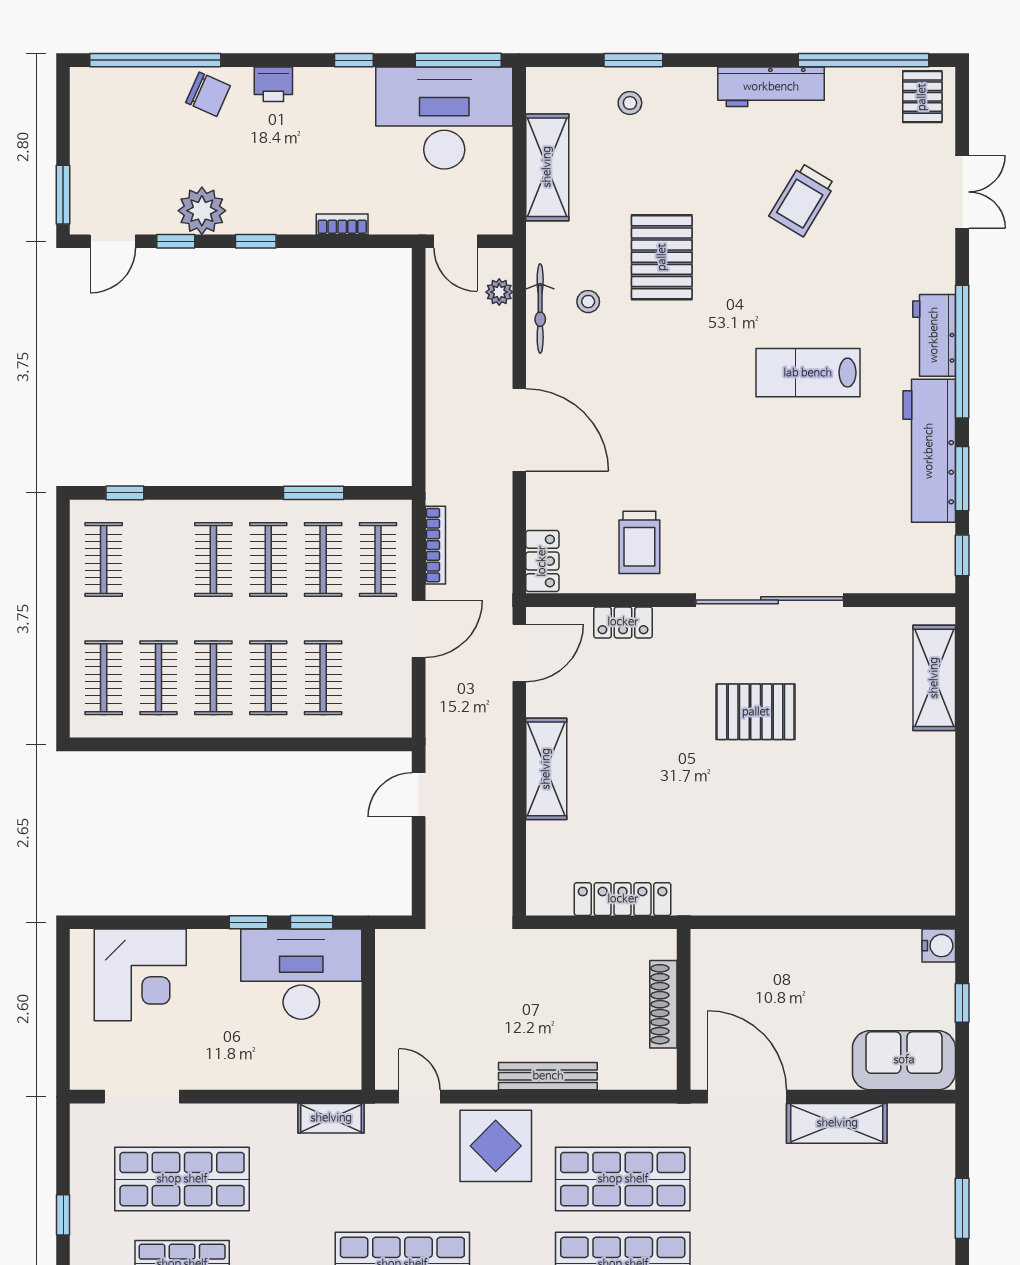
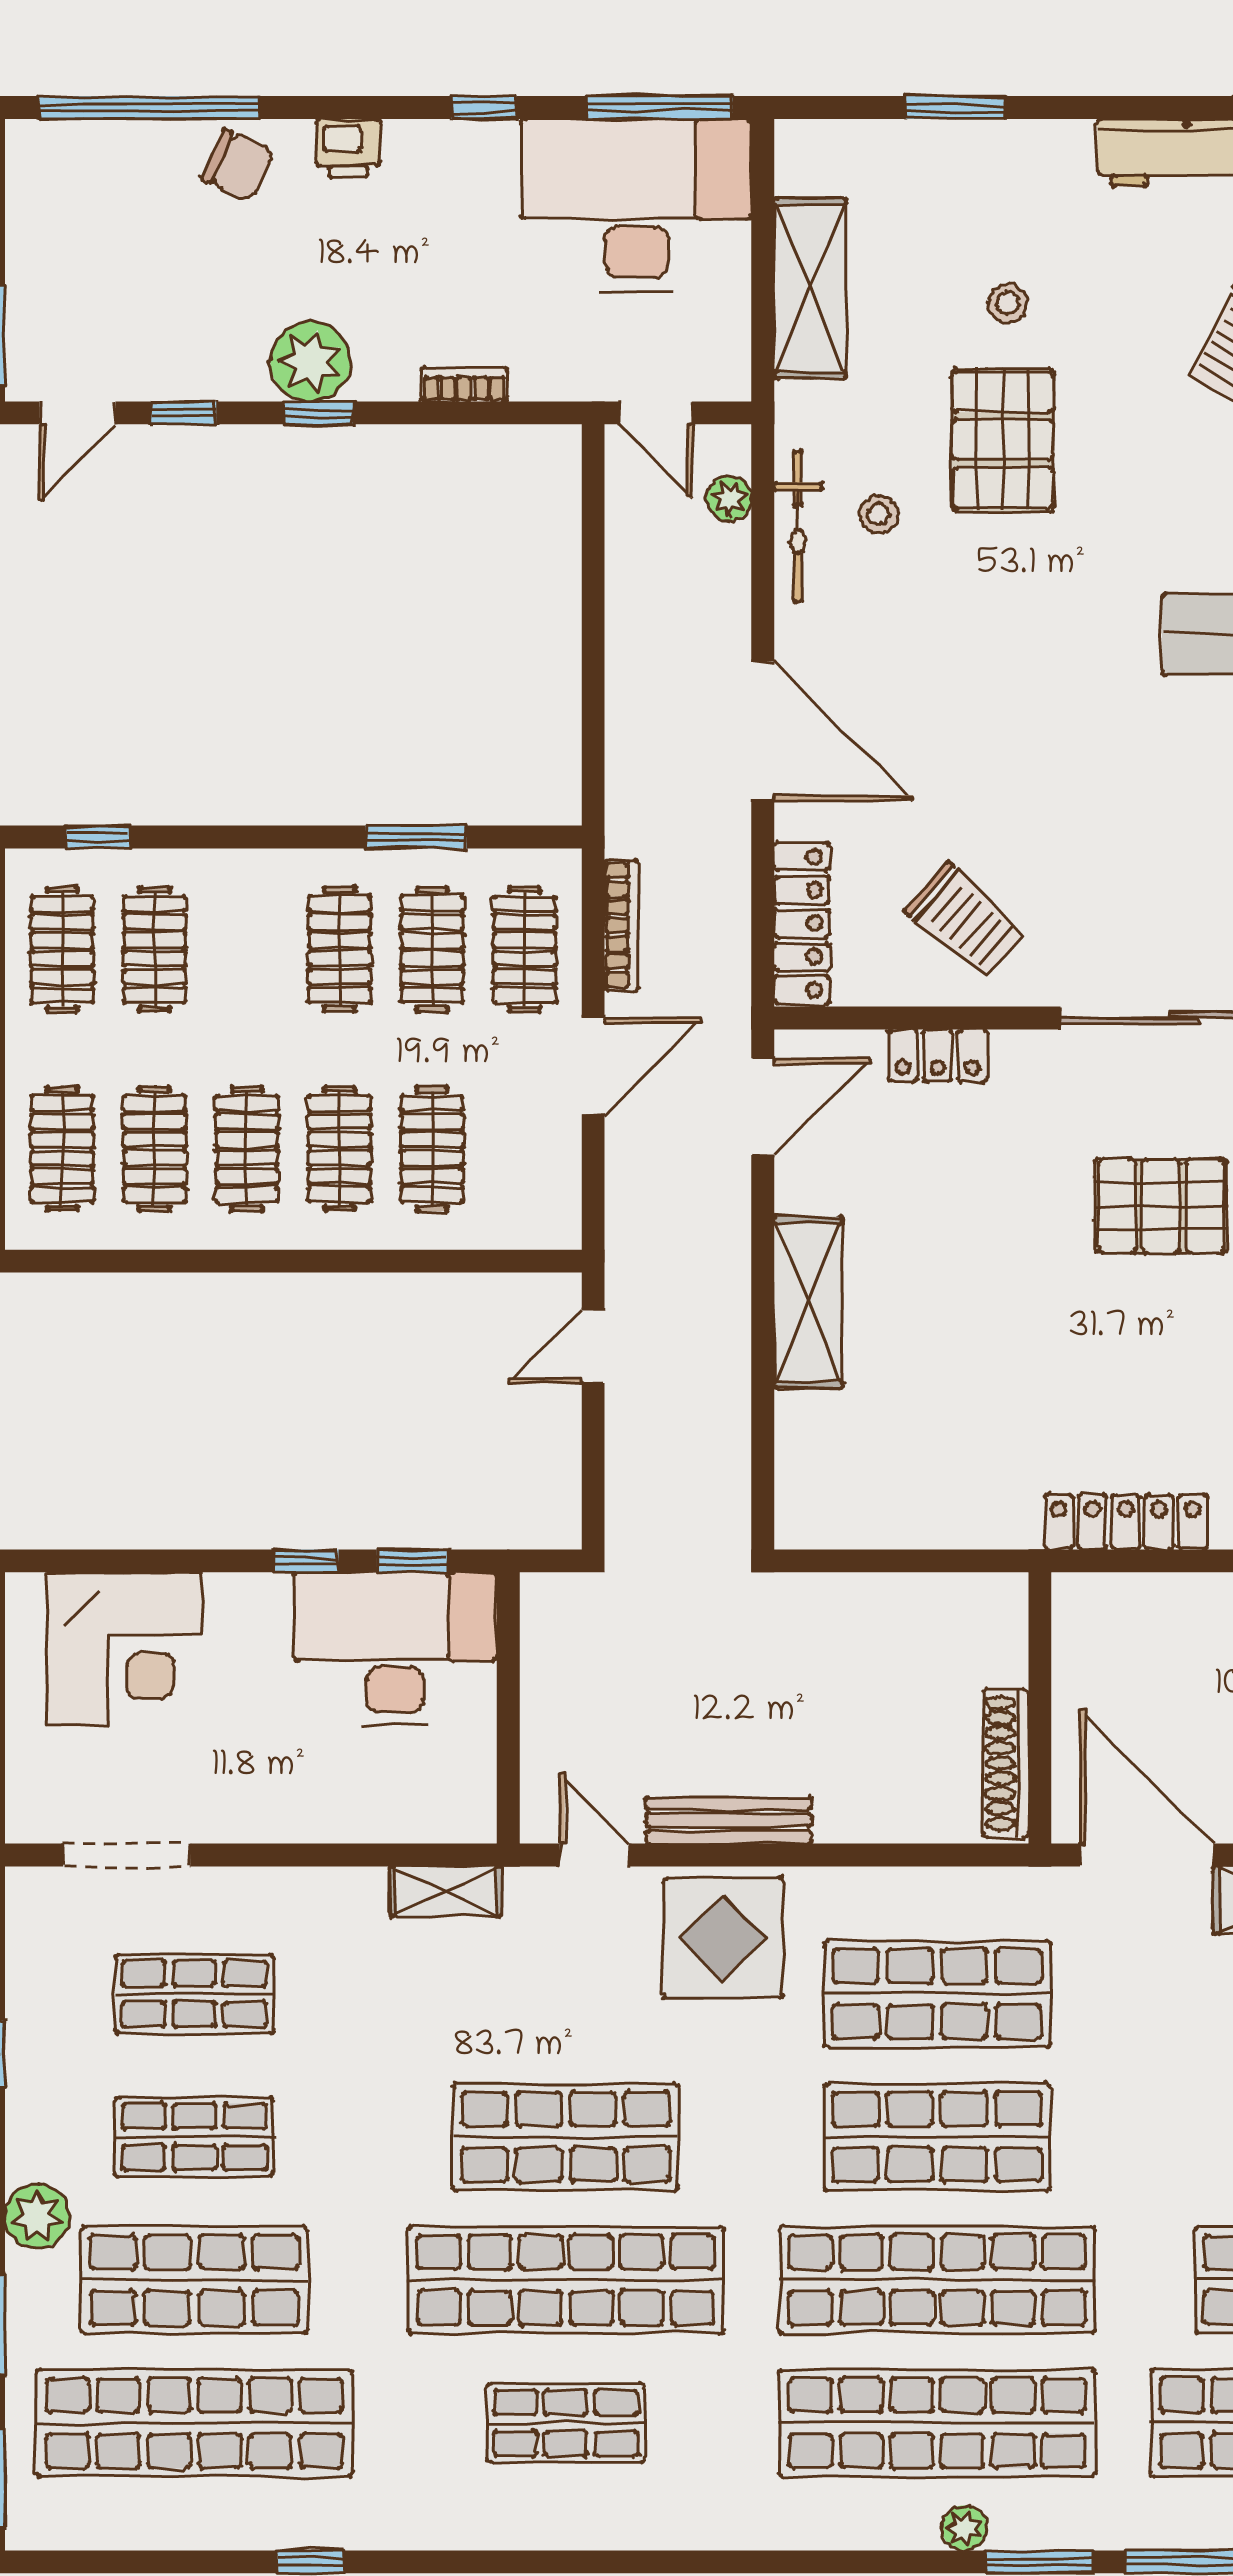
stool: (630, 103) -> (1008, 303), moved
plant: (202, 211) -> (310, 362), moved
trolley: (639, 542) -> (965, 920), turned -49
clothes rail: (213, 559) -> (155, 949), moved
locker: (542, 561) -> (802, 923), width x1.53
locker: (623, 899) -> (1126, 1522), moved
shoe rack: (663, 1004) -> (1006, 1763), moved
bench: (548, 1076) -> (729, 1820), moved
shop shelf: (182, 1179) -> (194, 1994), width x0.70, depth x0.74

